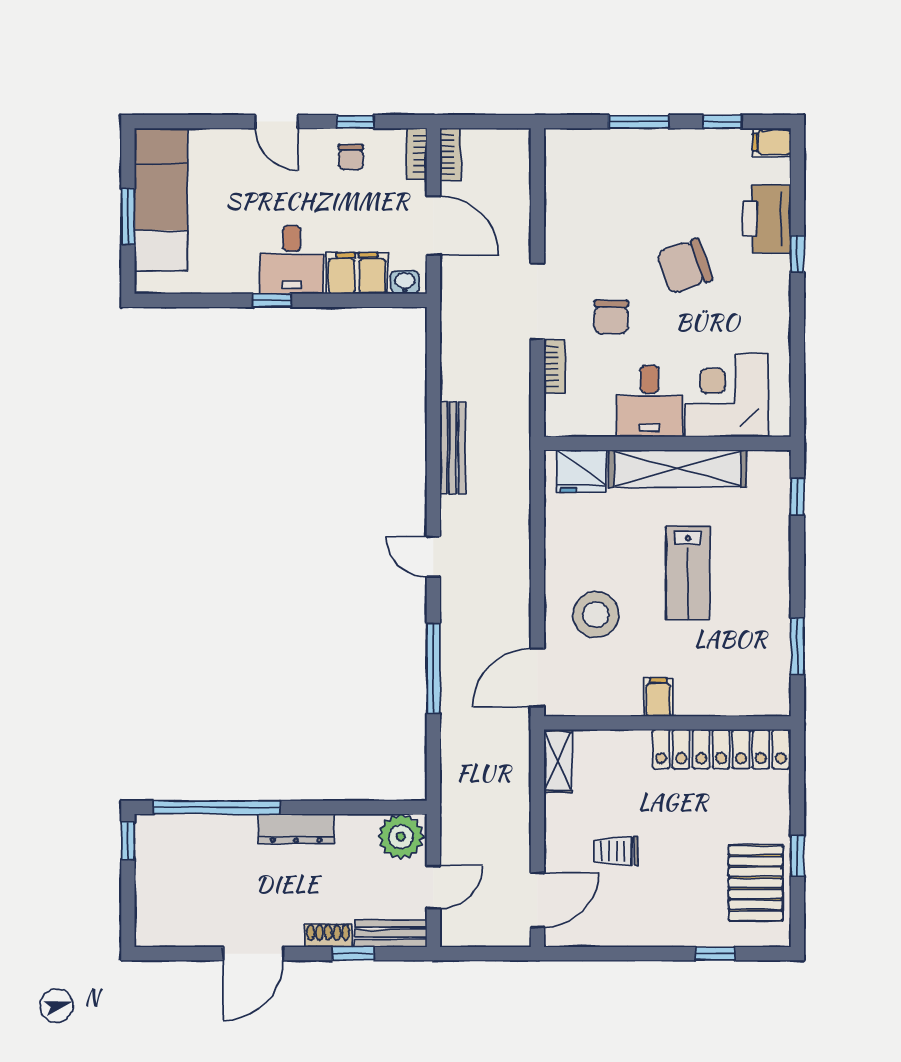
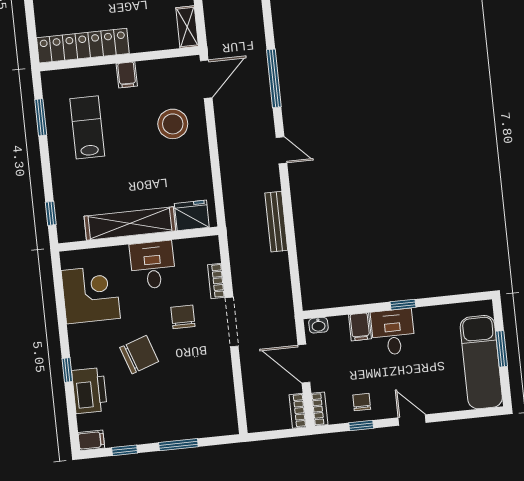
filing cabinet: (357, 273) -> (360, 327), width x0.50
corner desk: (727, 395) -> (91, 294), moved, turned -90
lab bench: (688, 573) -> (87, 127), moved

